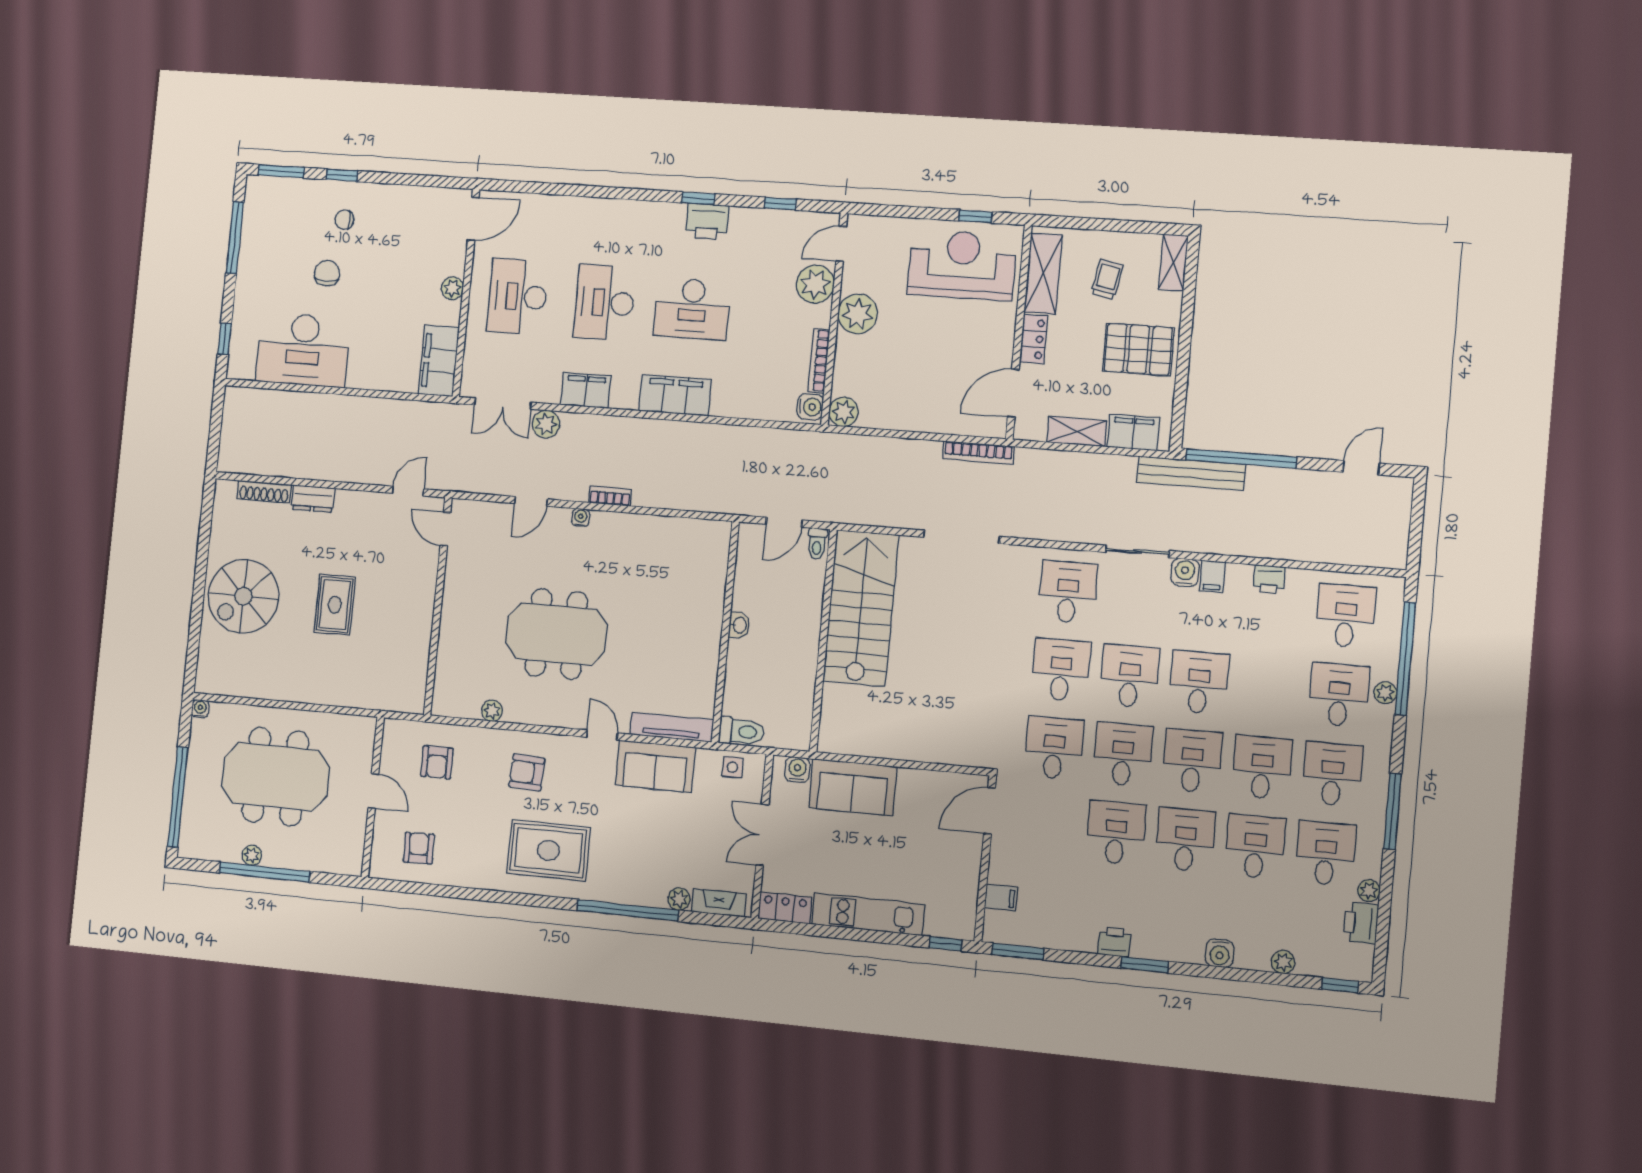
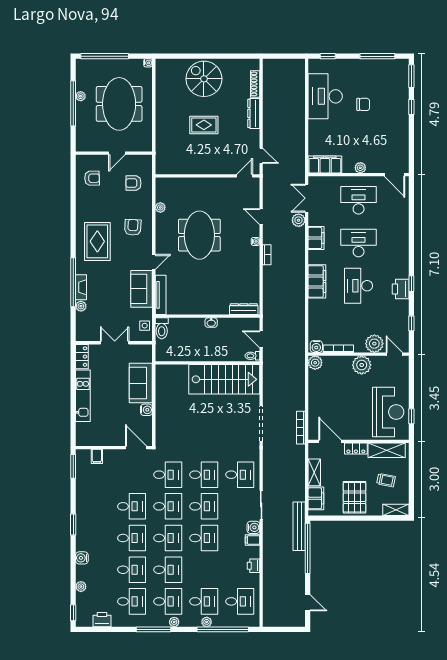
chair: (344, 220) -> (390, 111), removed
dresser: (313, 499) -> (254, 113), width x1.44
dresser: (718, 554) -> (244, 309), added
water cooler: (797, 770) -> (146, 410), moved
plant: (1369, 891) -> (174, 622), moved
fireplace: (719, 903) -> (81, 287), moved
printer: (1114, 942) -> (82, 510), removed
window: (946, 944) -> (73, 433), removed

